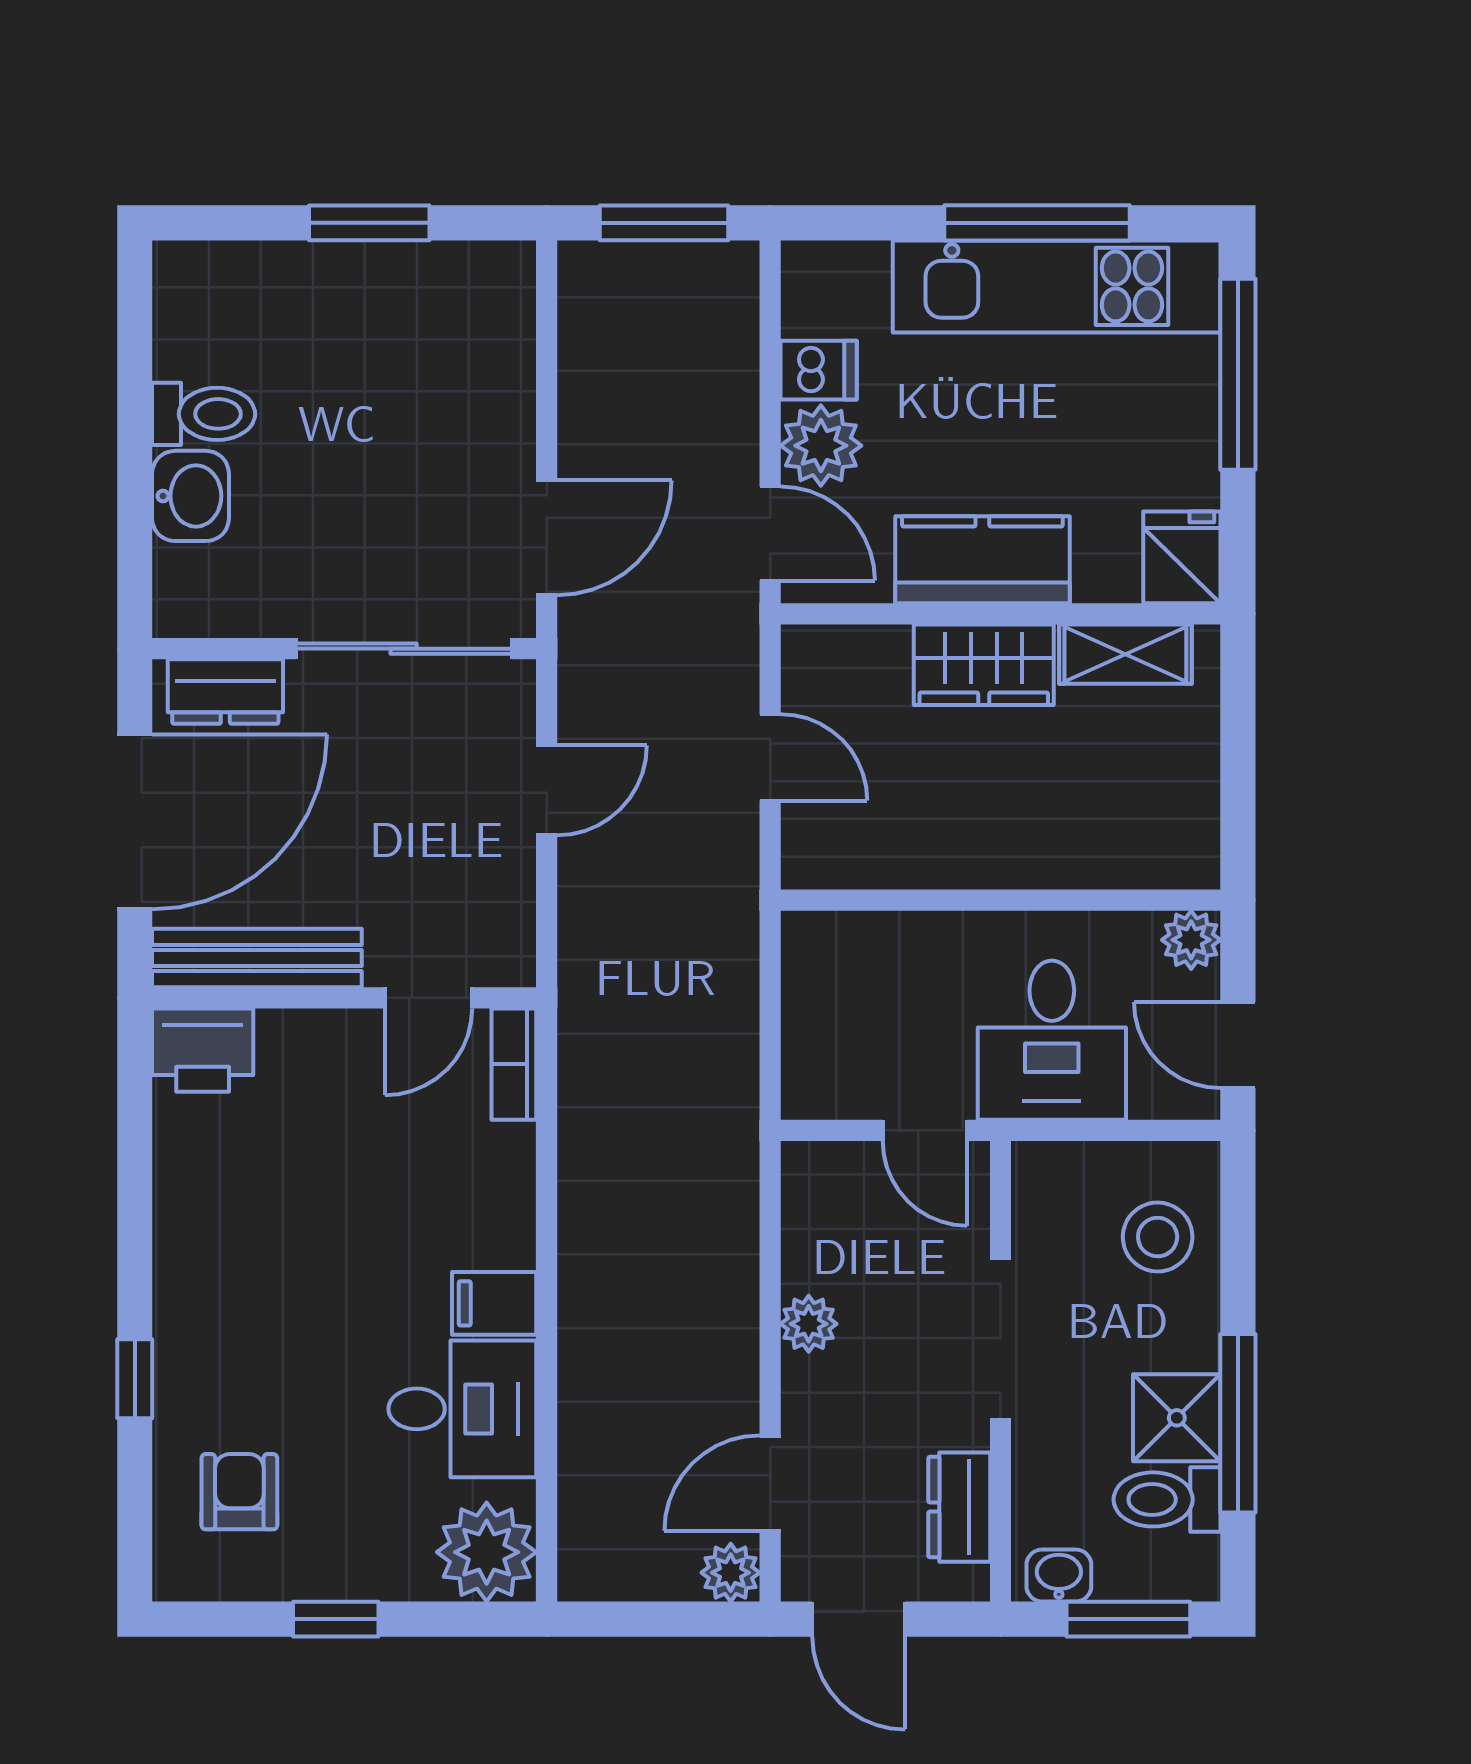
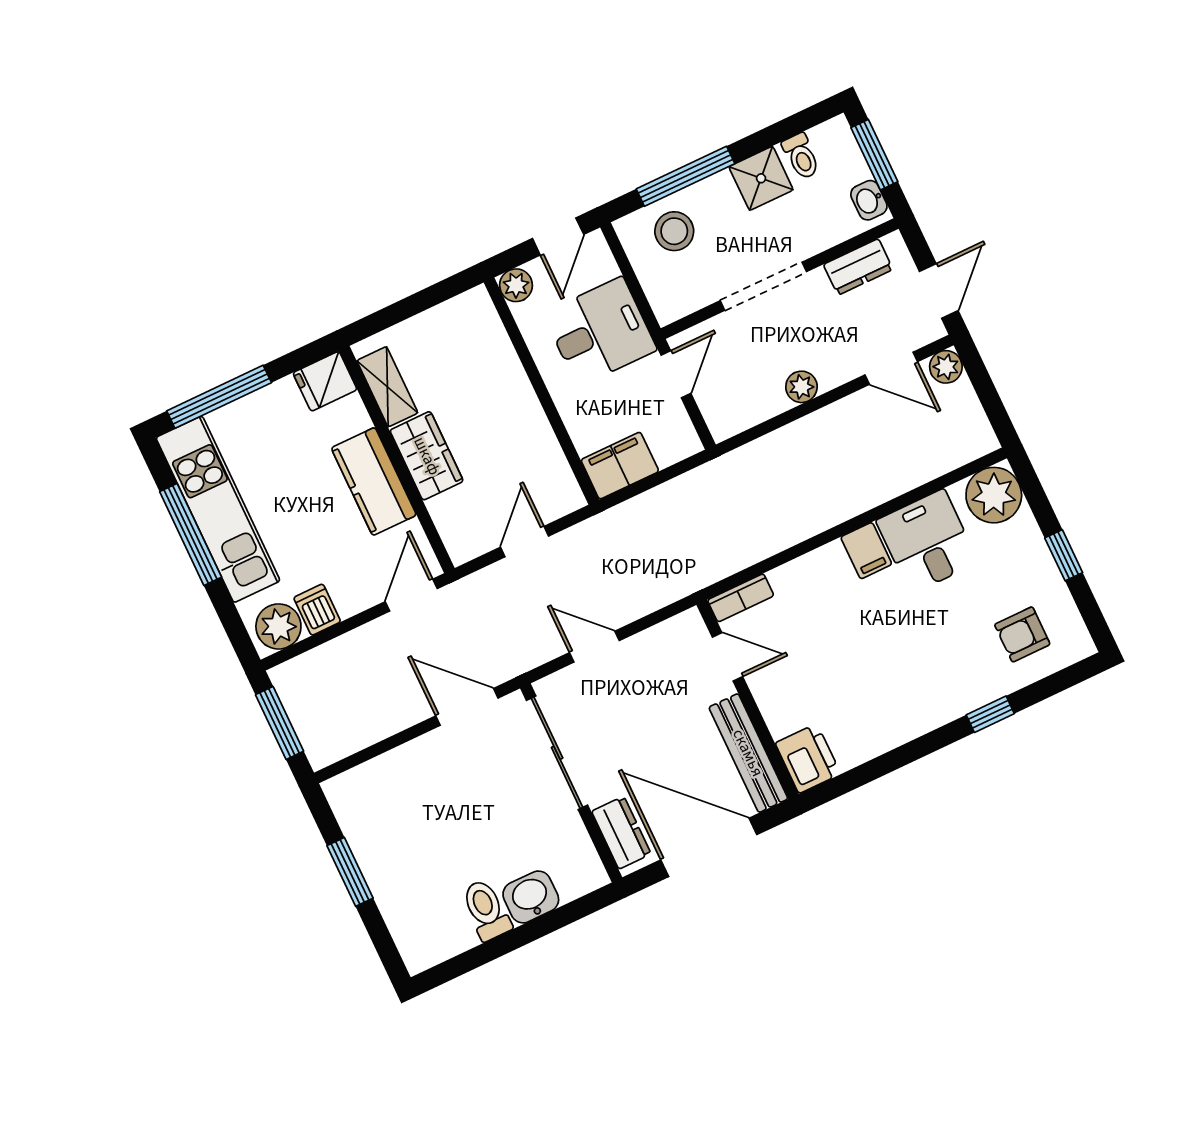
plant: (821, 446) -> (278, 626), moved
filing cabinet: (820, 970) -> (620, 466), added
window: (1238, 1423) -> (686, 176), moved
toilet: (1167, 1499) -> (801, 156), width x0.73, depth x0.72

